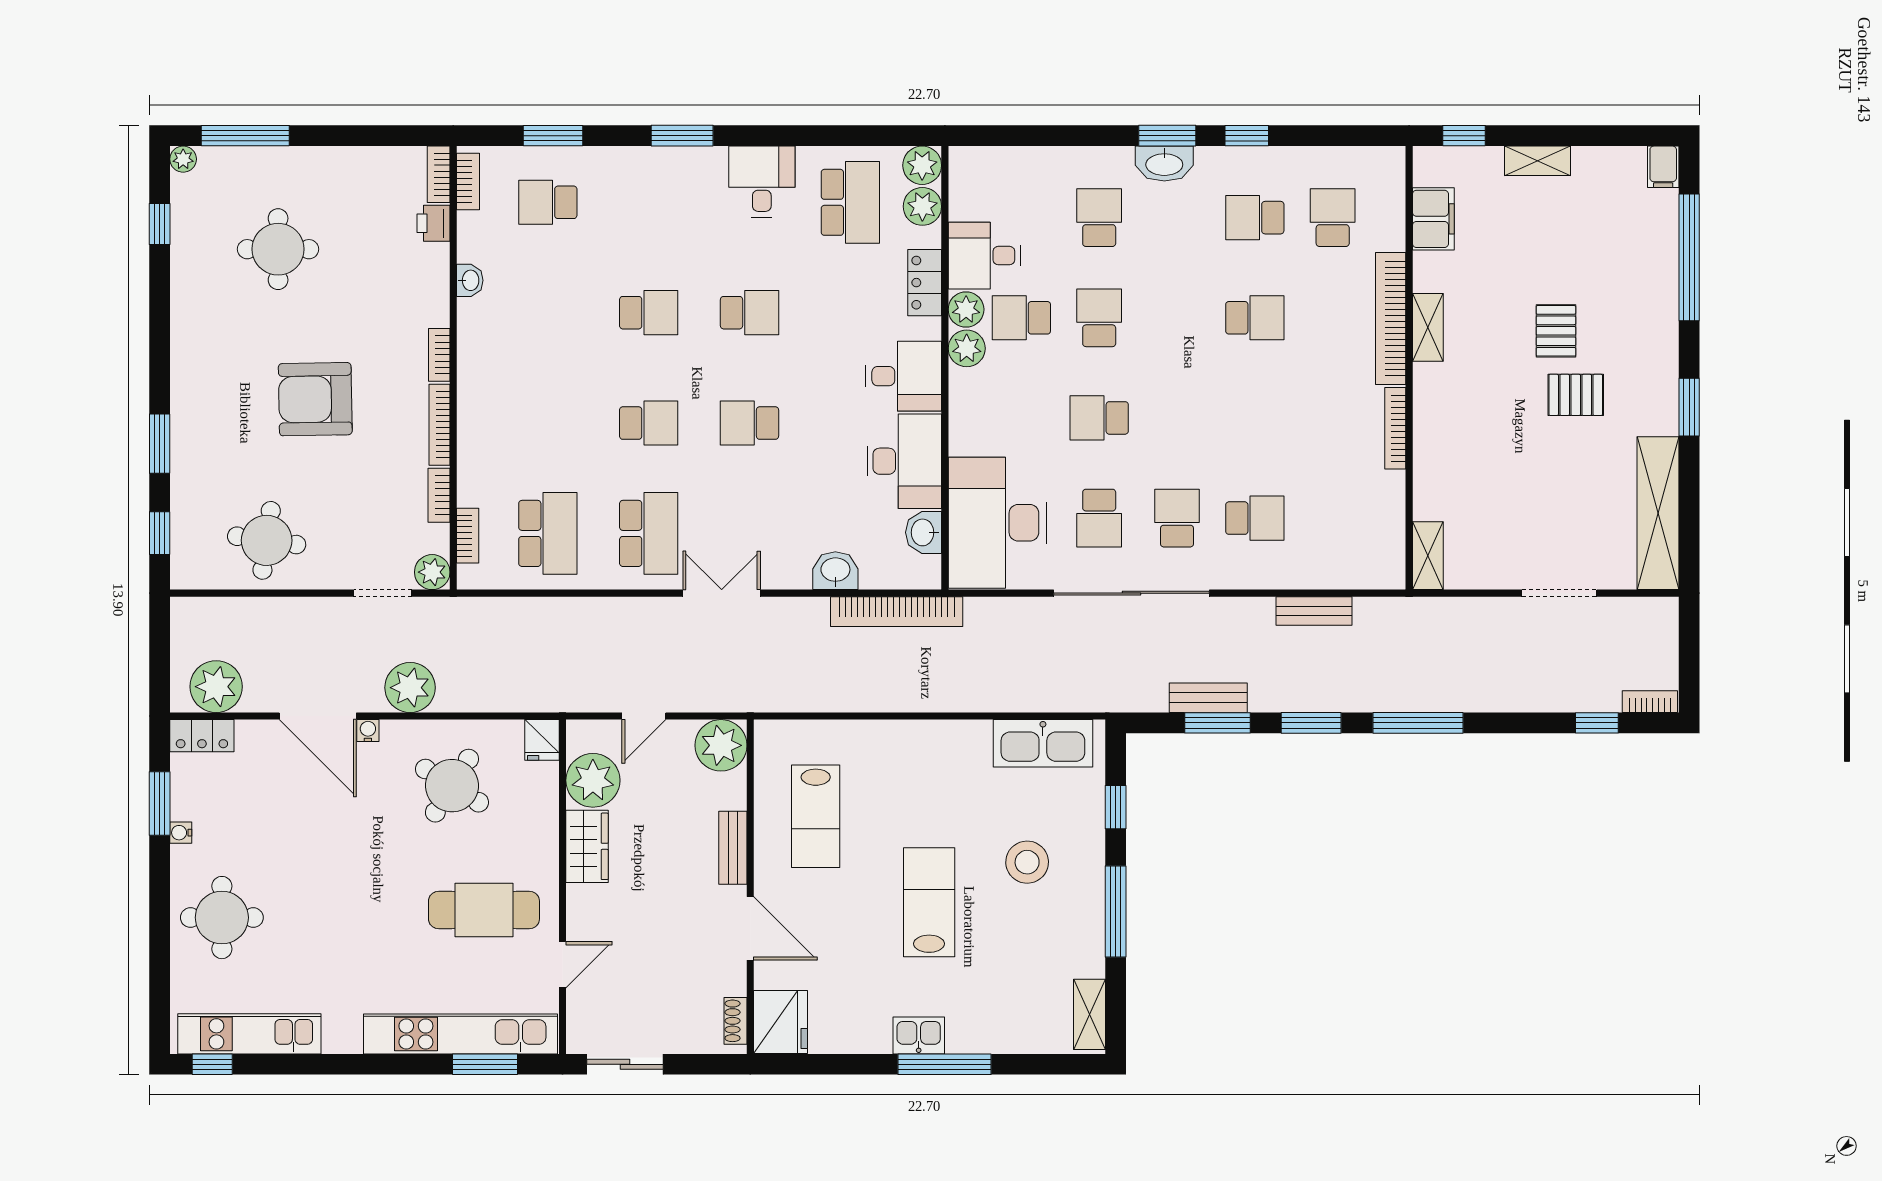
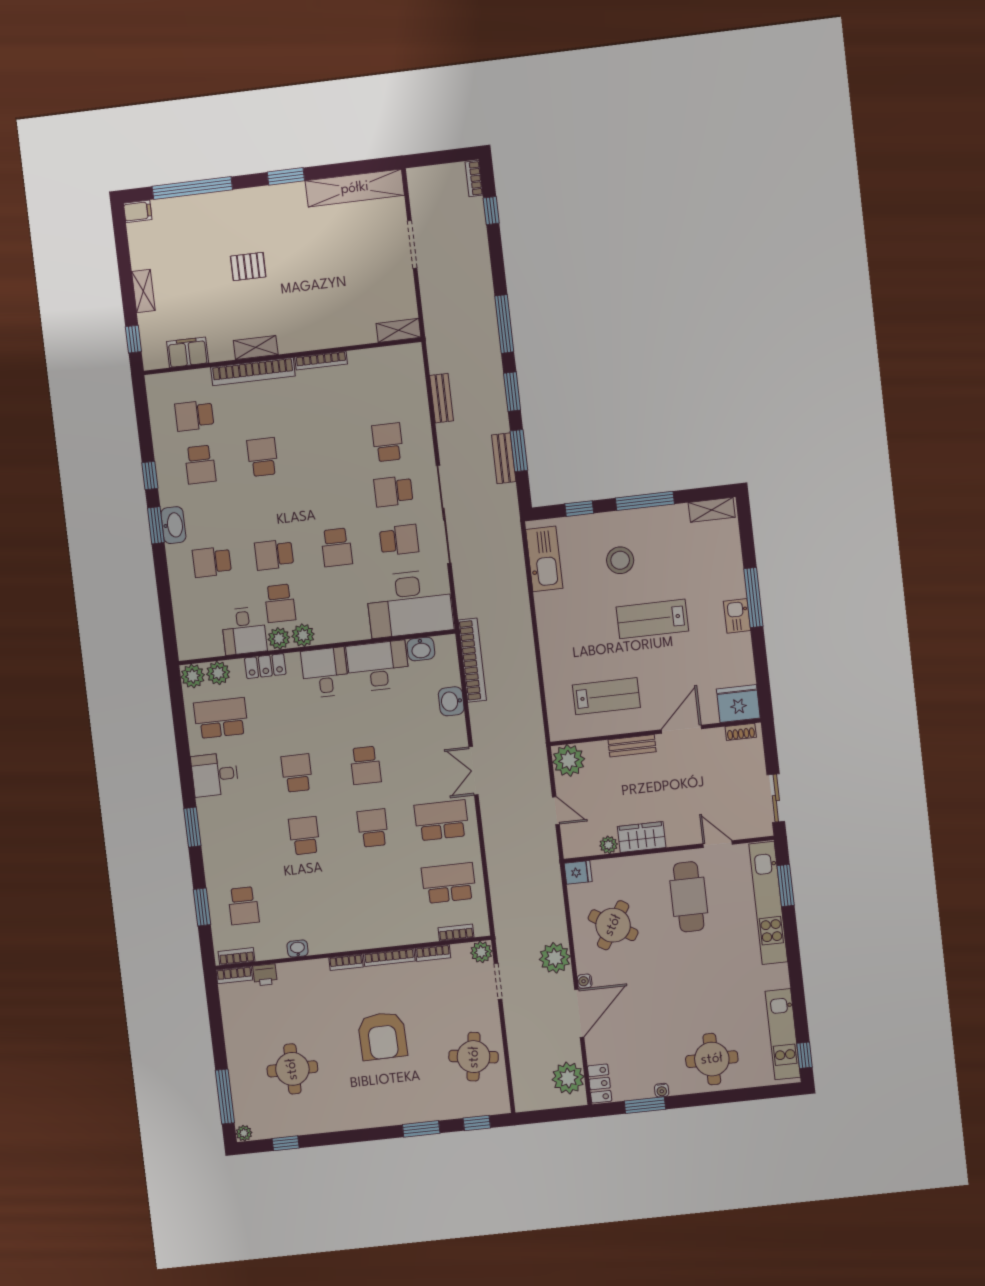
pallet: (1576, 395) -> (287, 249), removed
plant: (593, 780) -> (609, 845), width x0.53, depth x0.53

